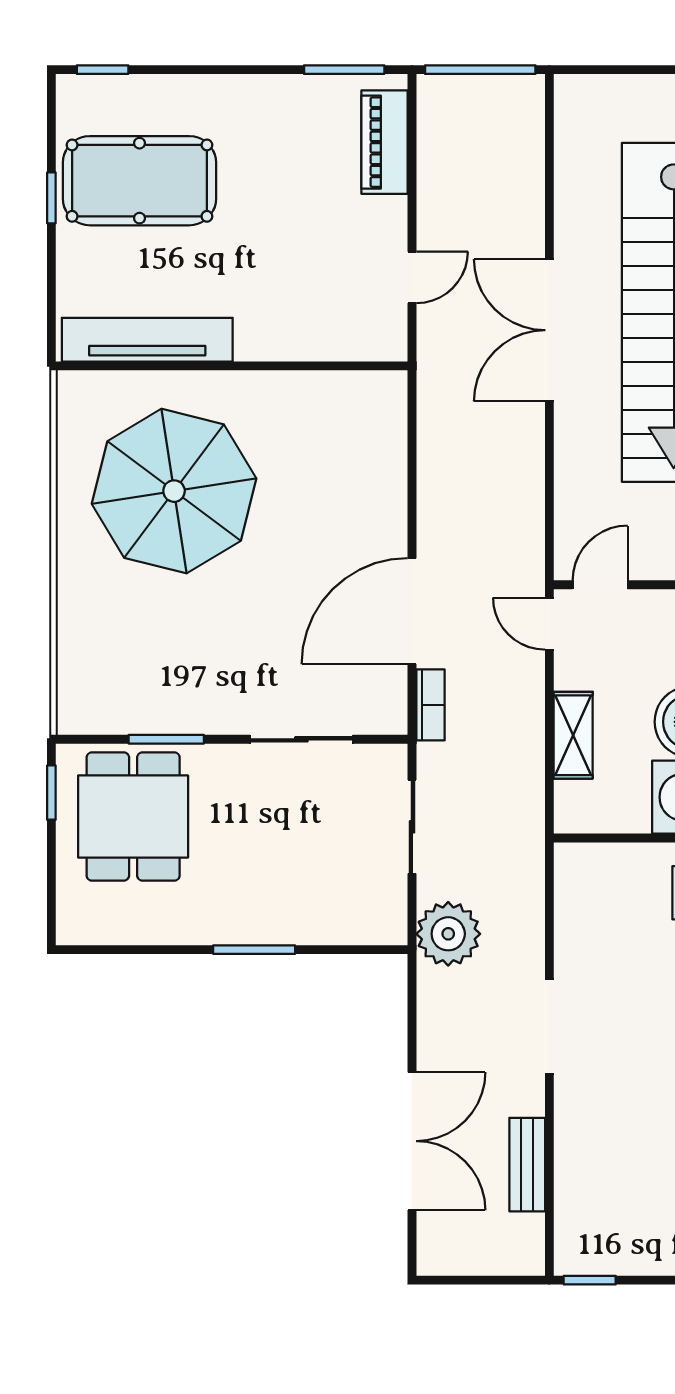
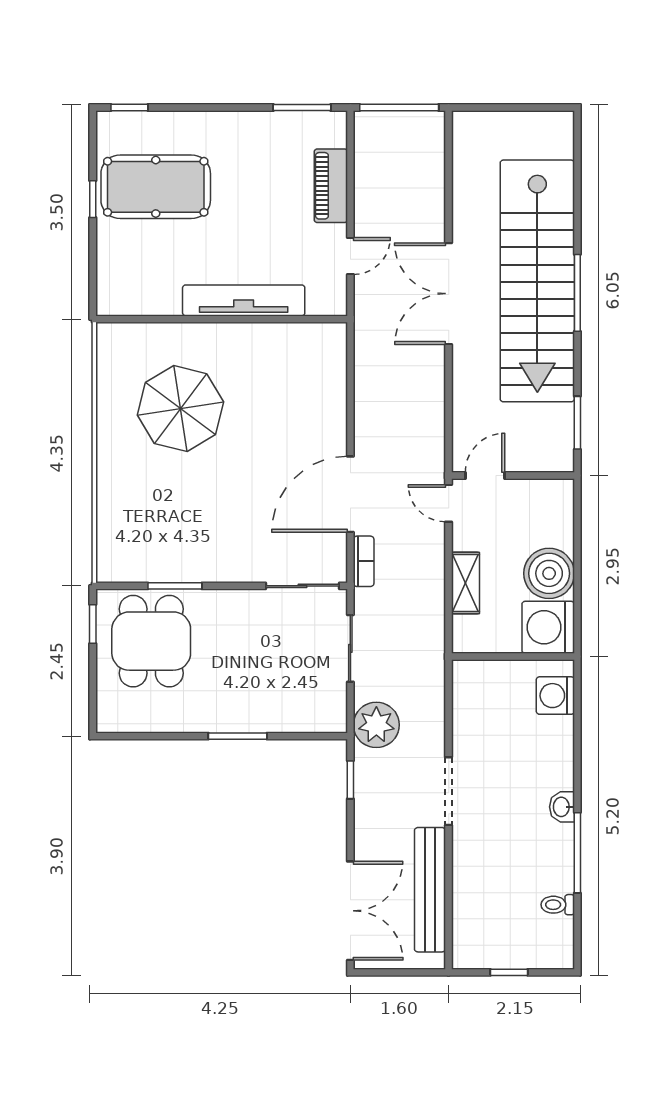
piano: (385, 142) -> (331, 186), moved
tv unit: (147, 340) -> (244, 300), moved
parasol: (174, 491) -> (180, 409), width x0.73, depth x0.73
sliding door: (301, 739) -> (302, 586), moved
window: (412, 1011) -> (350, 780), added
double door: (412, 1141) -> (350, 911), moved
bench: (527, 1165) -> (430, 890), width x1.86, depth x1.21
window: (590, 1280) -> (509, 972), moved

